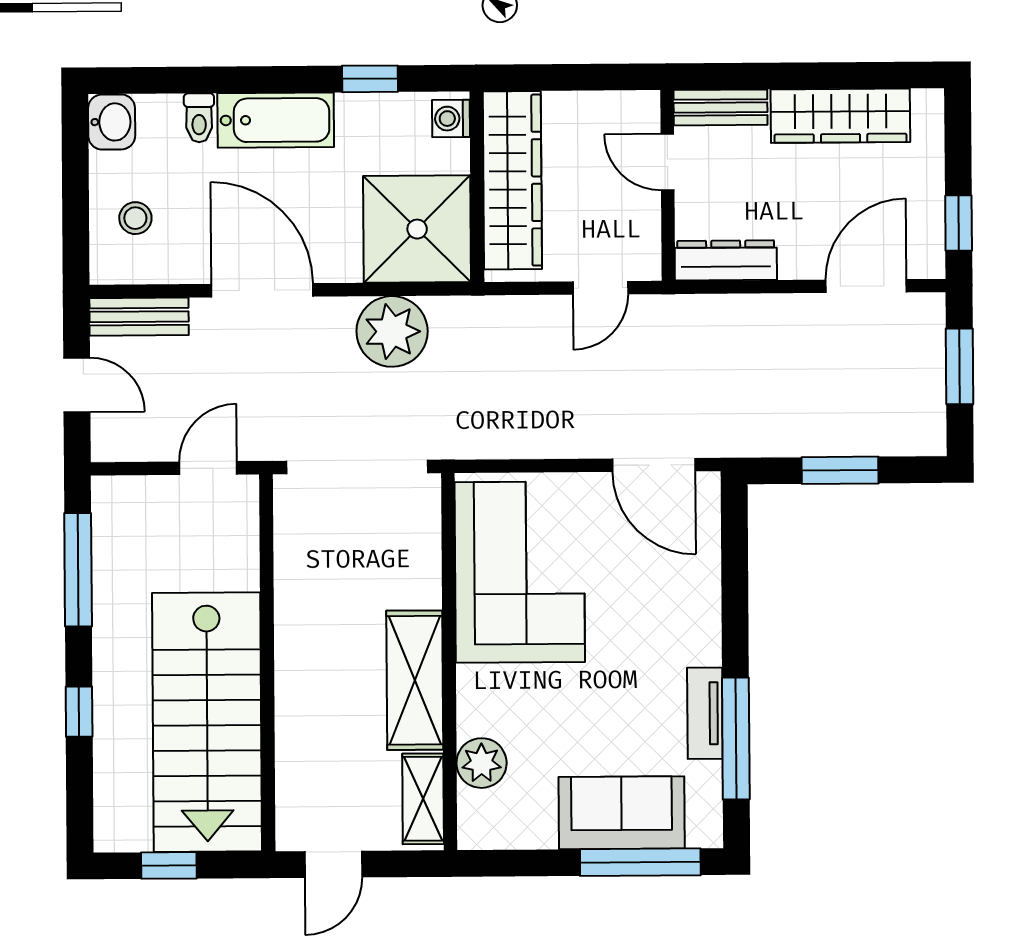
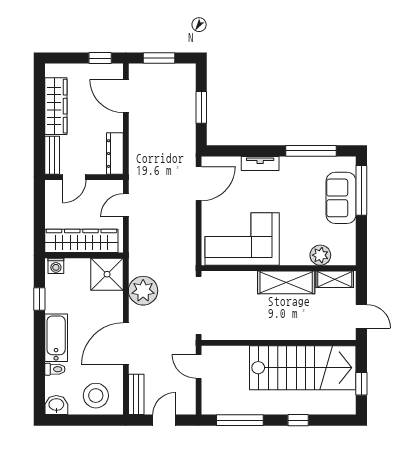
stool: (135, 218) -> (96, 396), width x1.89, depth x1.89
shower: (417, 229) -> (107, 274), width x0.73, depth x0.73
door: (600, 288) -> (126, 205), swing flipped
tv unit: (705, 713) -> (260, 163), moved

